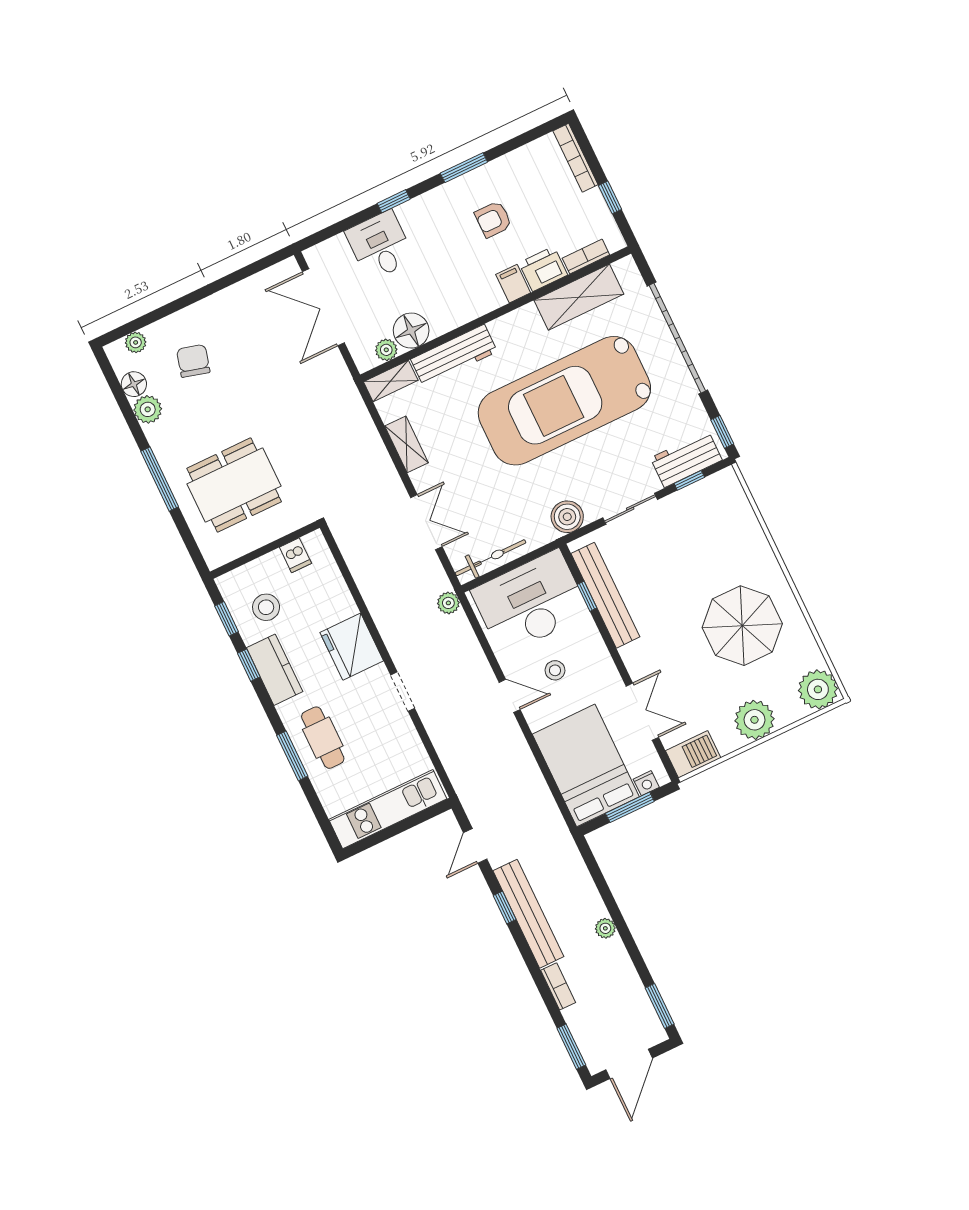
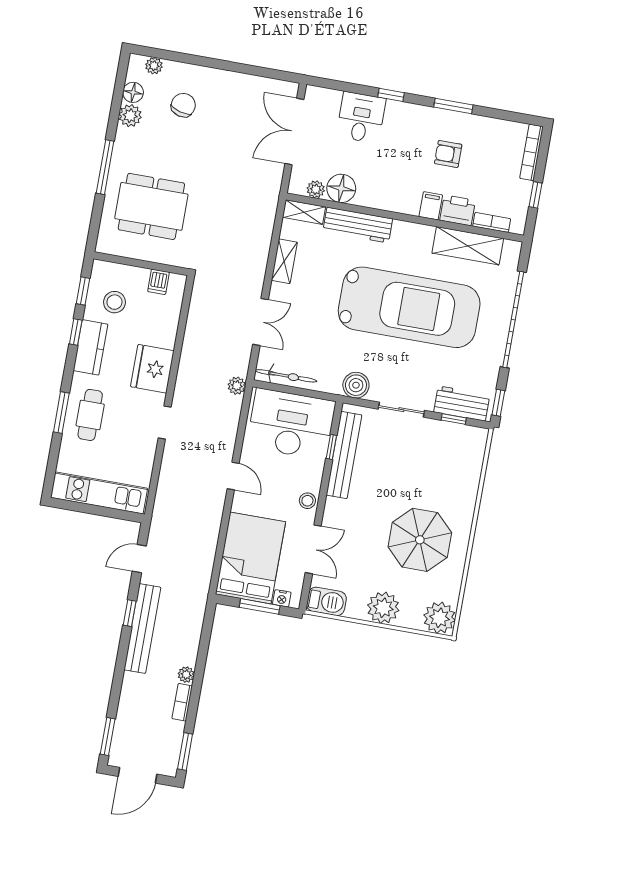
car: (564, 401) -> (409, 307), turned 180
stool: (555, 670) -> (307, 501), moved
bookcase: (558, 986) -> (182, 702), moved, turned 180

